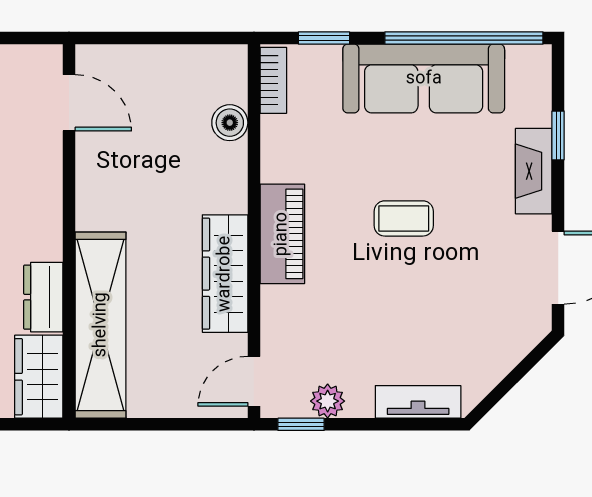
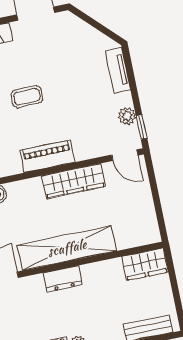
coffee table: (404, 218) -> (27, 97), turned 90
dresser: (43, 297) -> (63, 279), moved
shelving: (101, 325) -> (67, 248), moved

